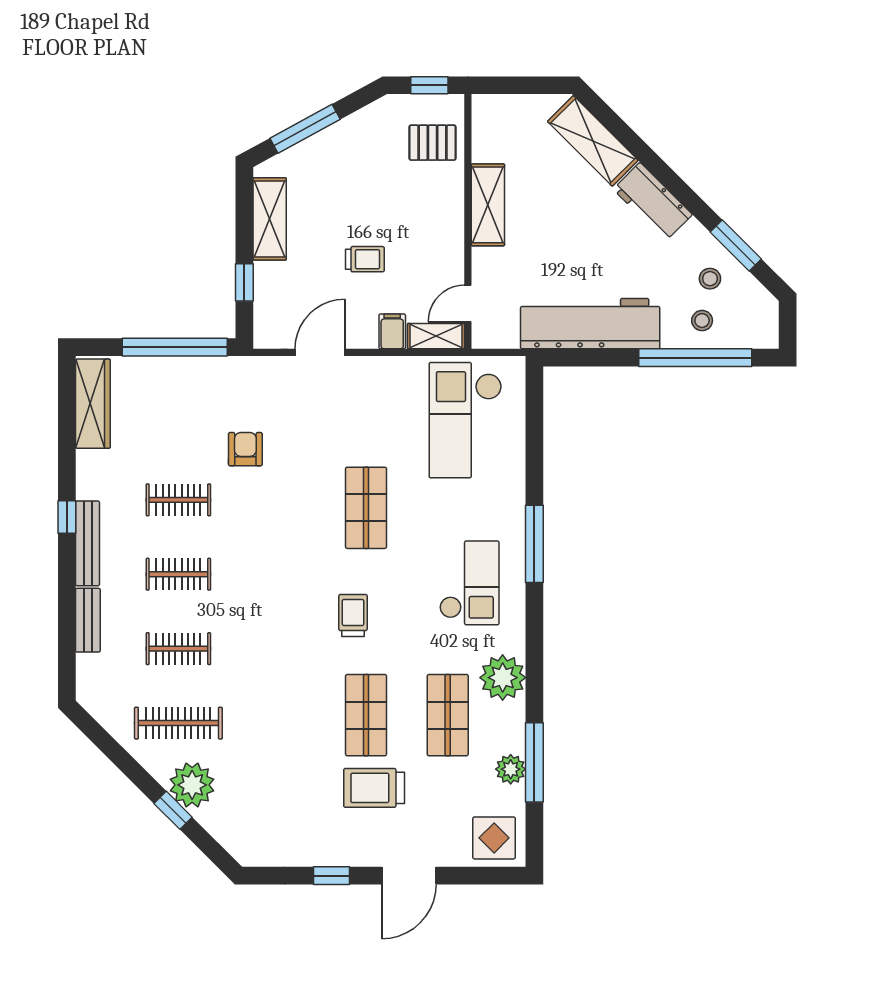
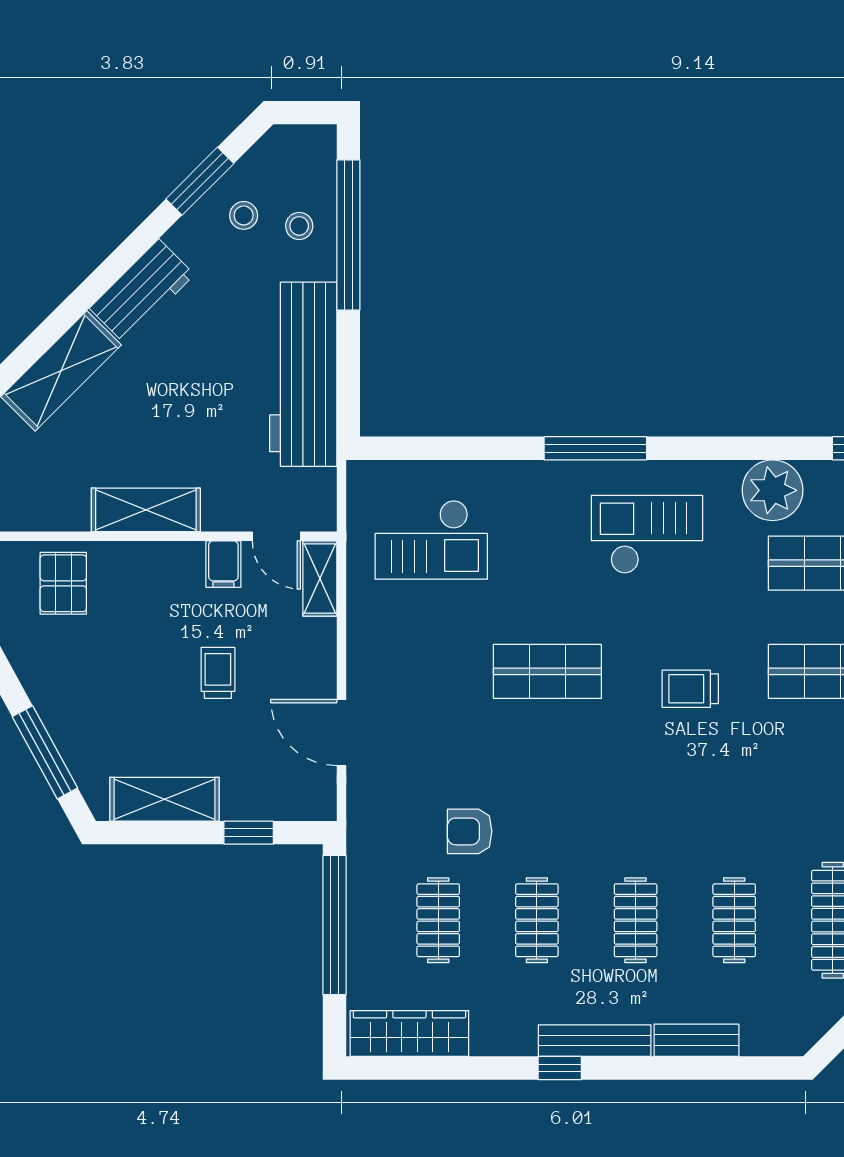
filing cabinet: (392, 331) -> (223, 564), moved, turned -90
checkout: (465, 420) -> (431, 540), width x0.73, depth x0.83
clothes rail: (178, 425) -> (438, 920), added

